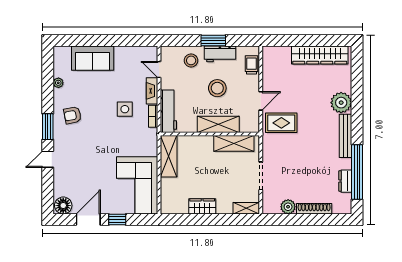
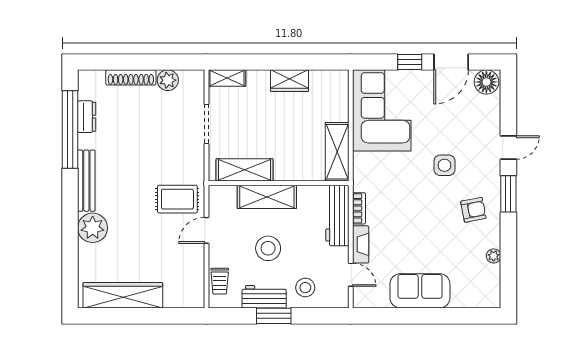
sofa: (93, 58) -> (420, 291), moved
side table: (125, 109) -> (445, 165), moved

